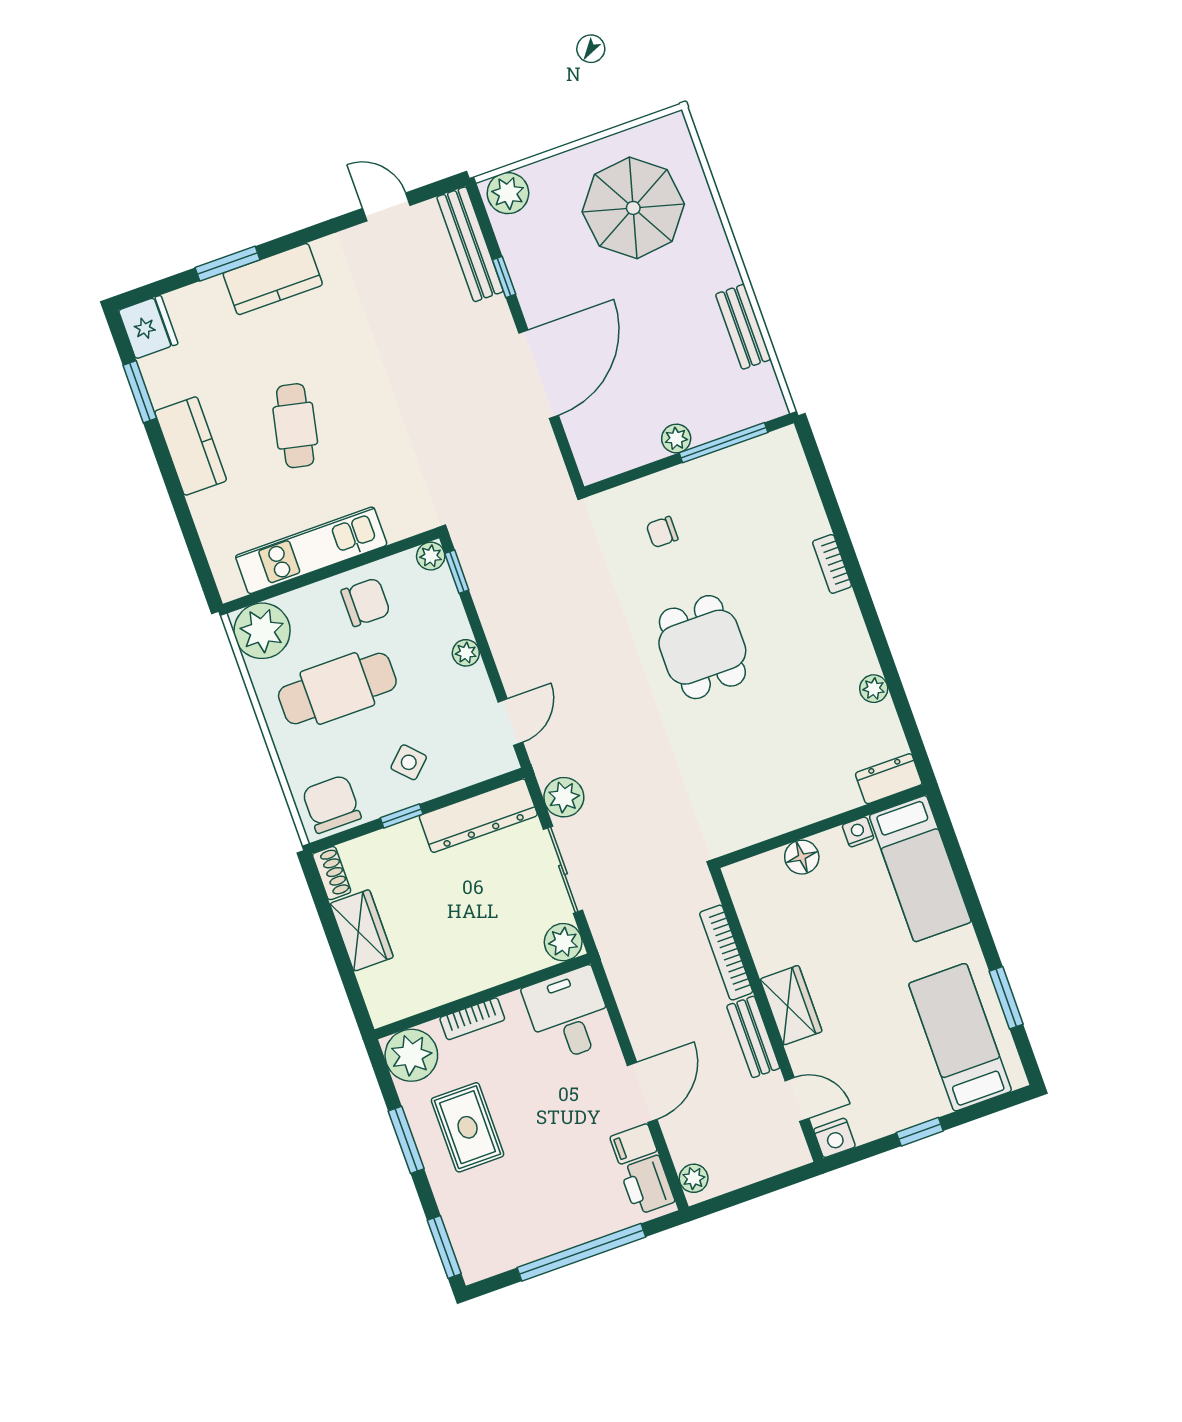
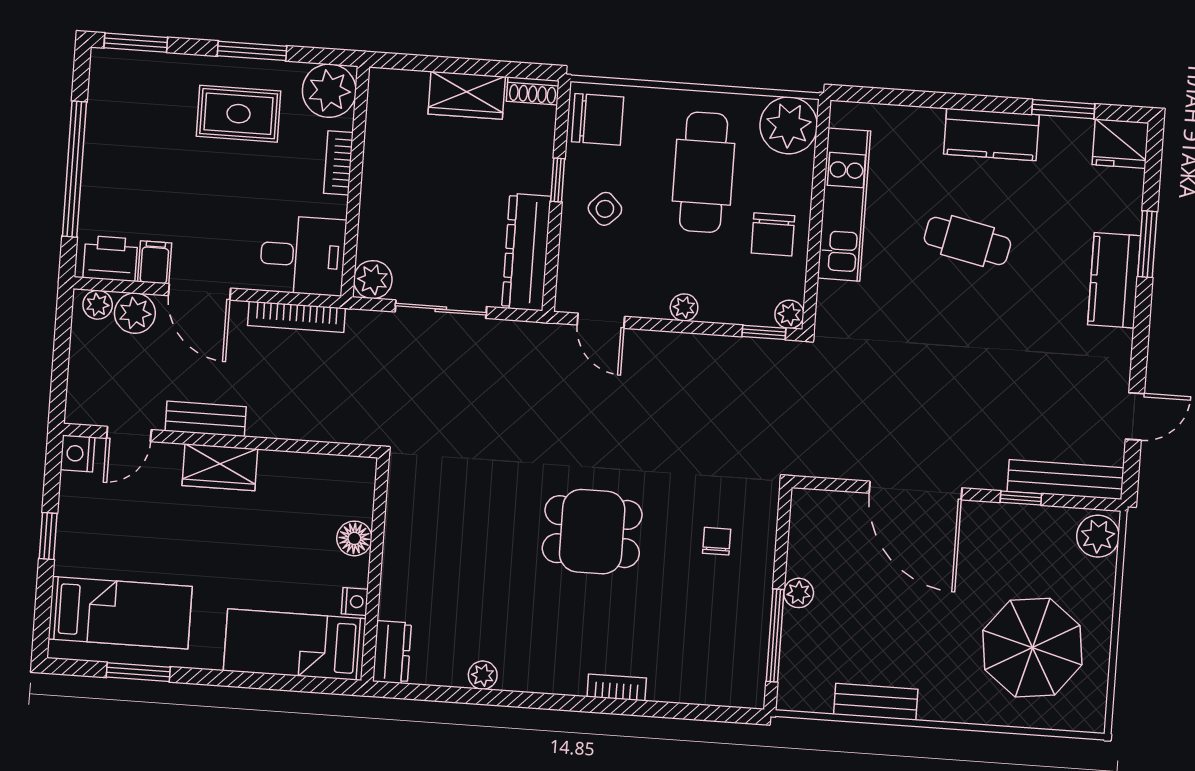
plant: (564, 797) -> (135, 313), moved
bookcase: (726, 953) -> (297, 317), moved, turned 180

